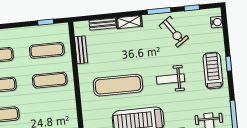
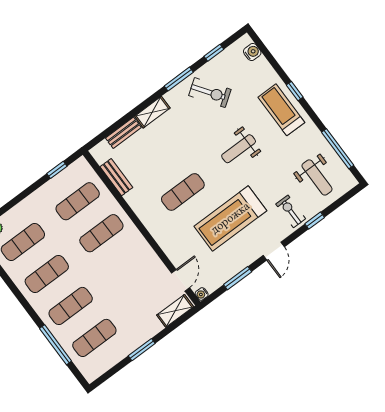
exercise mat: (118, 85) -> (183, 192), width x0.73, depth x0.69

